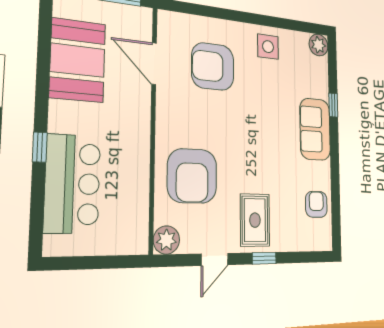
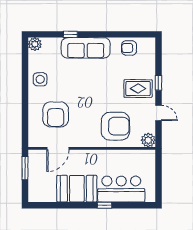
booth: (78, 60) -> (77, 189), moved
sofa: (315, 129) -> (86, 48), width x1.36

